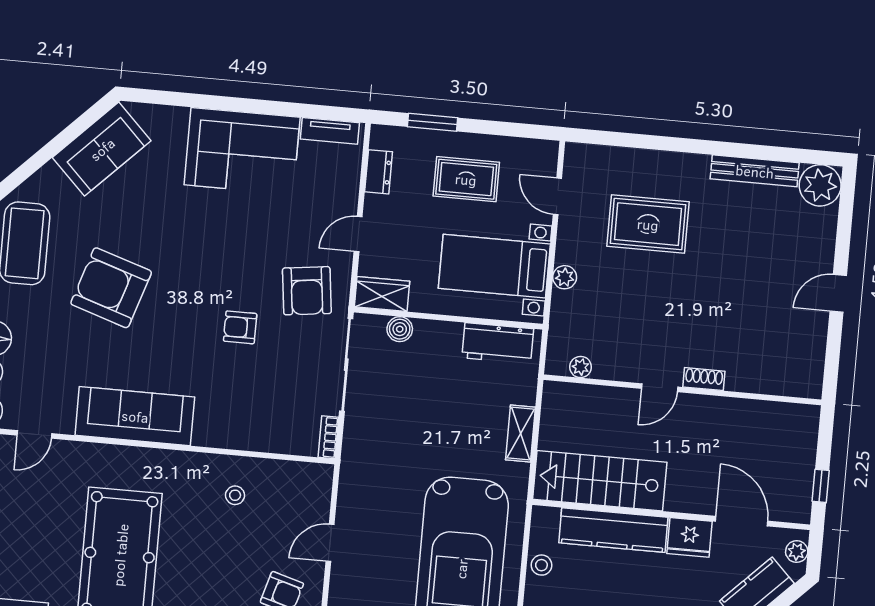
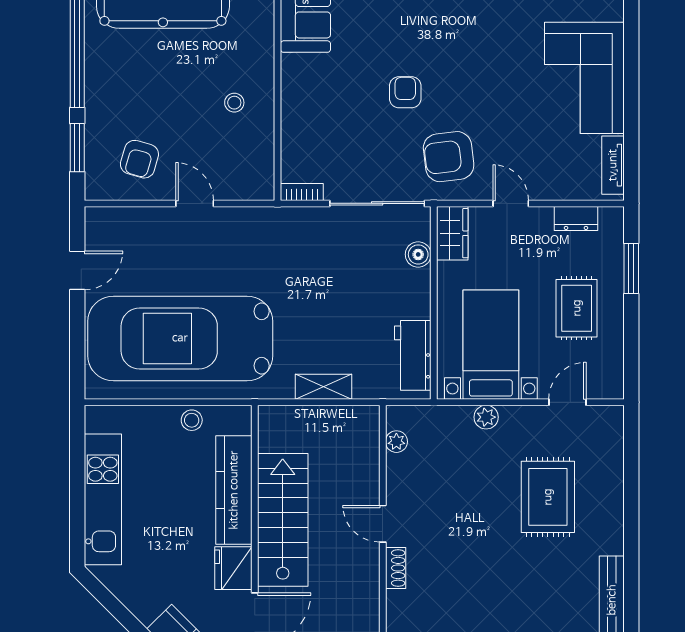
stairs: (600, 481) -> (283, 520), moved

